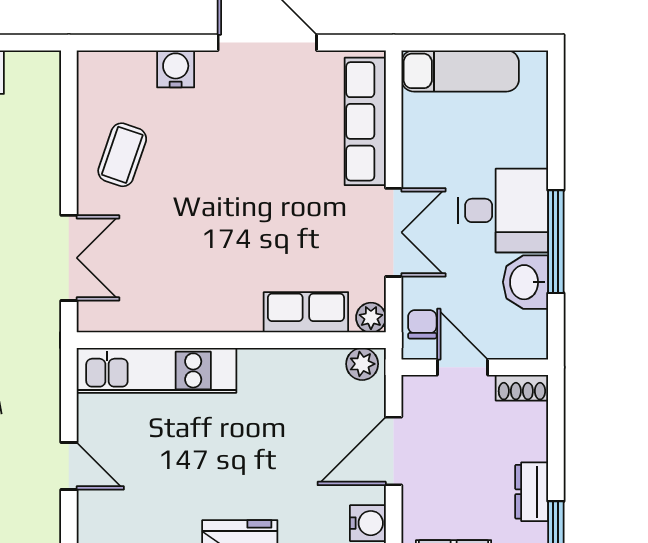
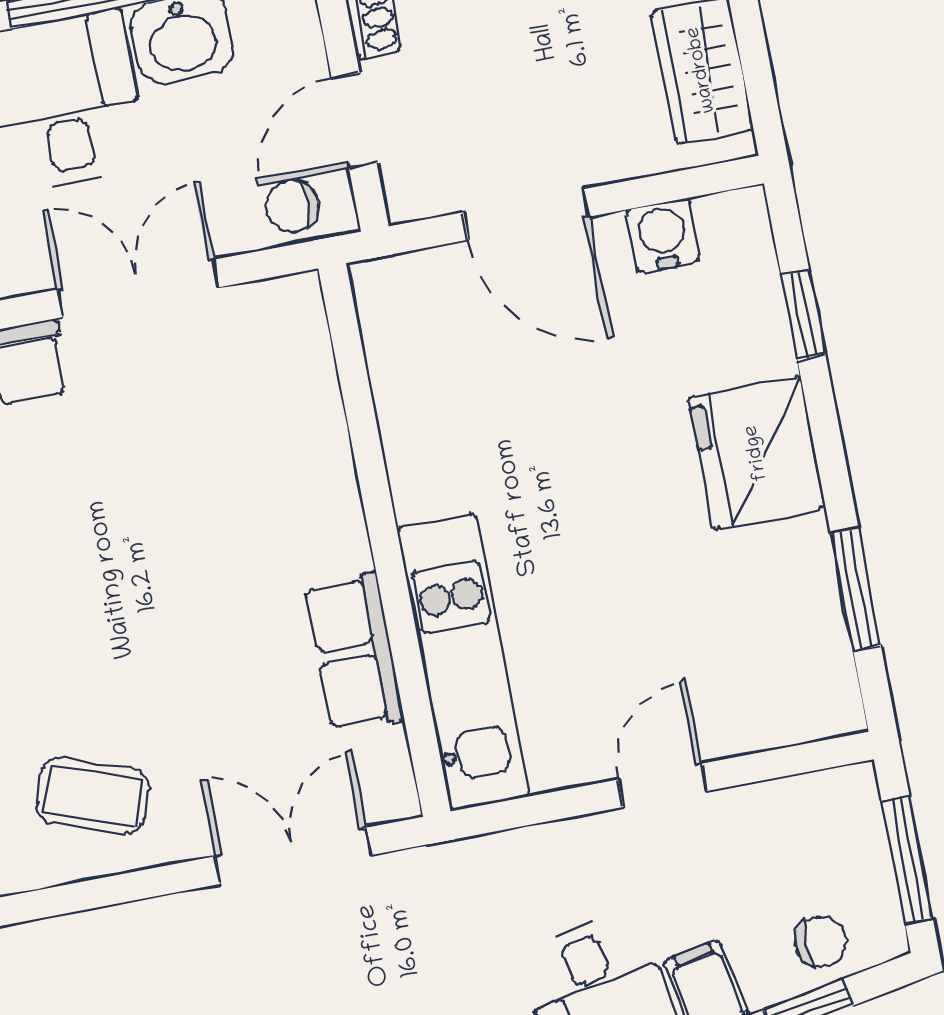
row of seats: (306, 312) -> (354, 652), moved
plant: (371, 318) -> (297, 300), removed
plant: (362, 364) -> (382, 300), removed

